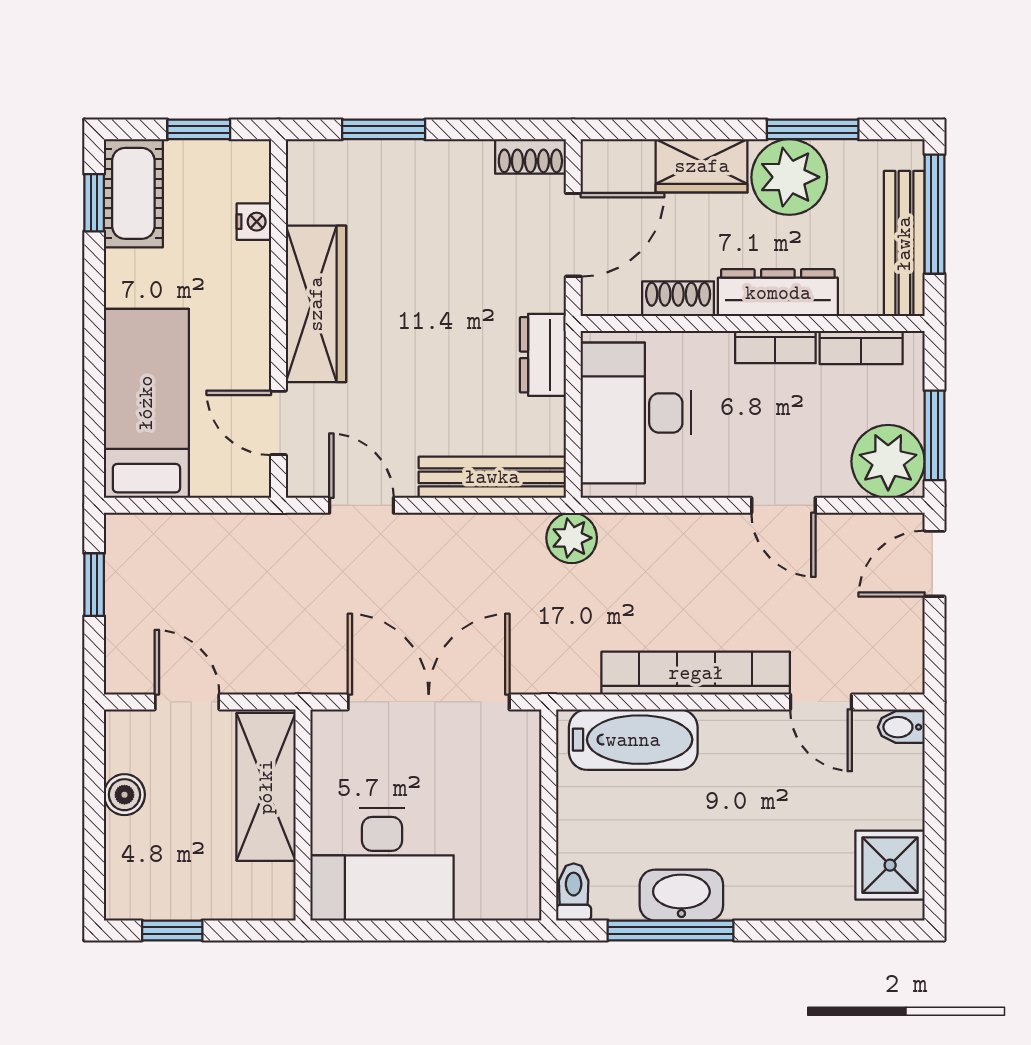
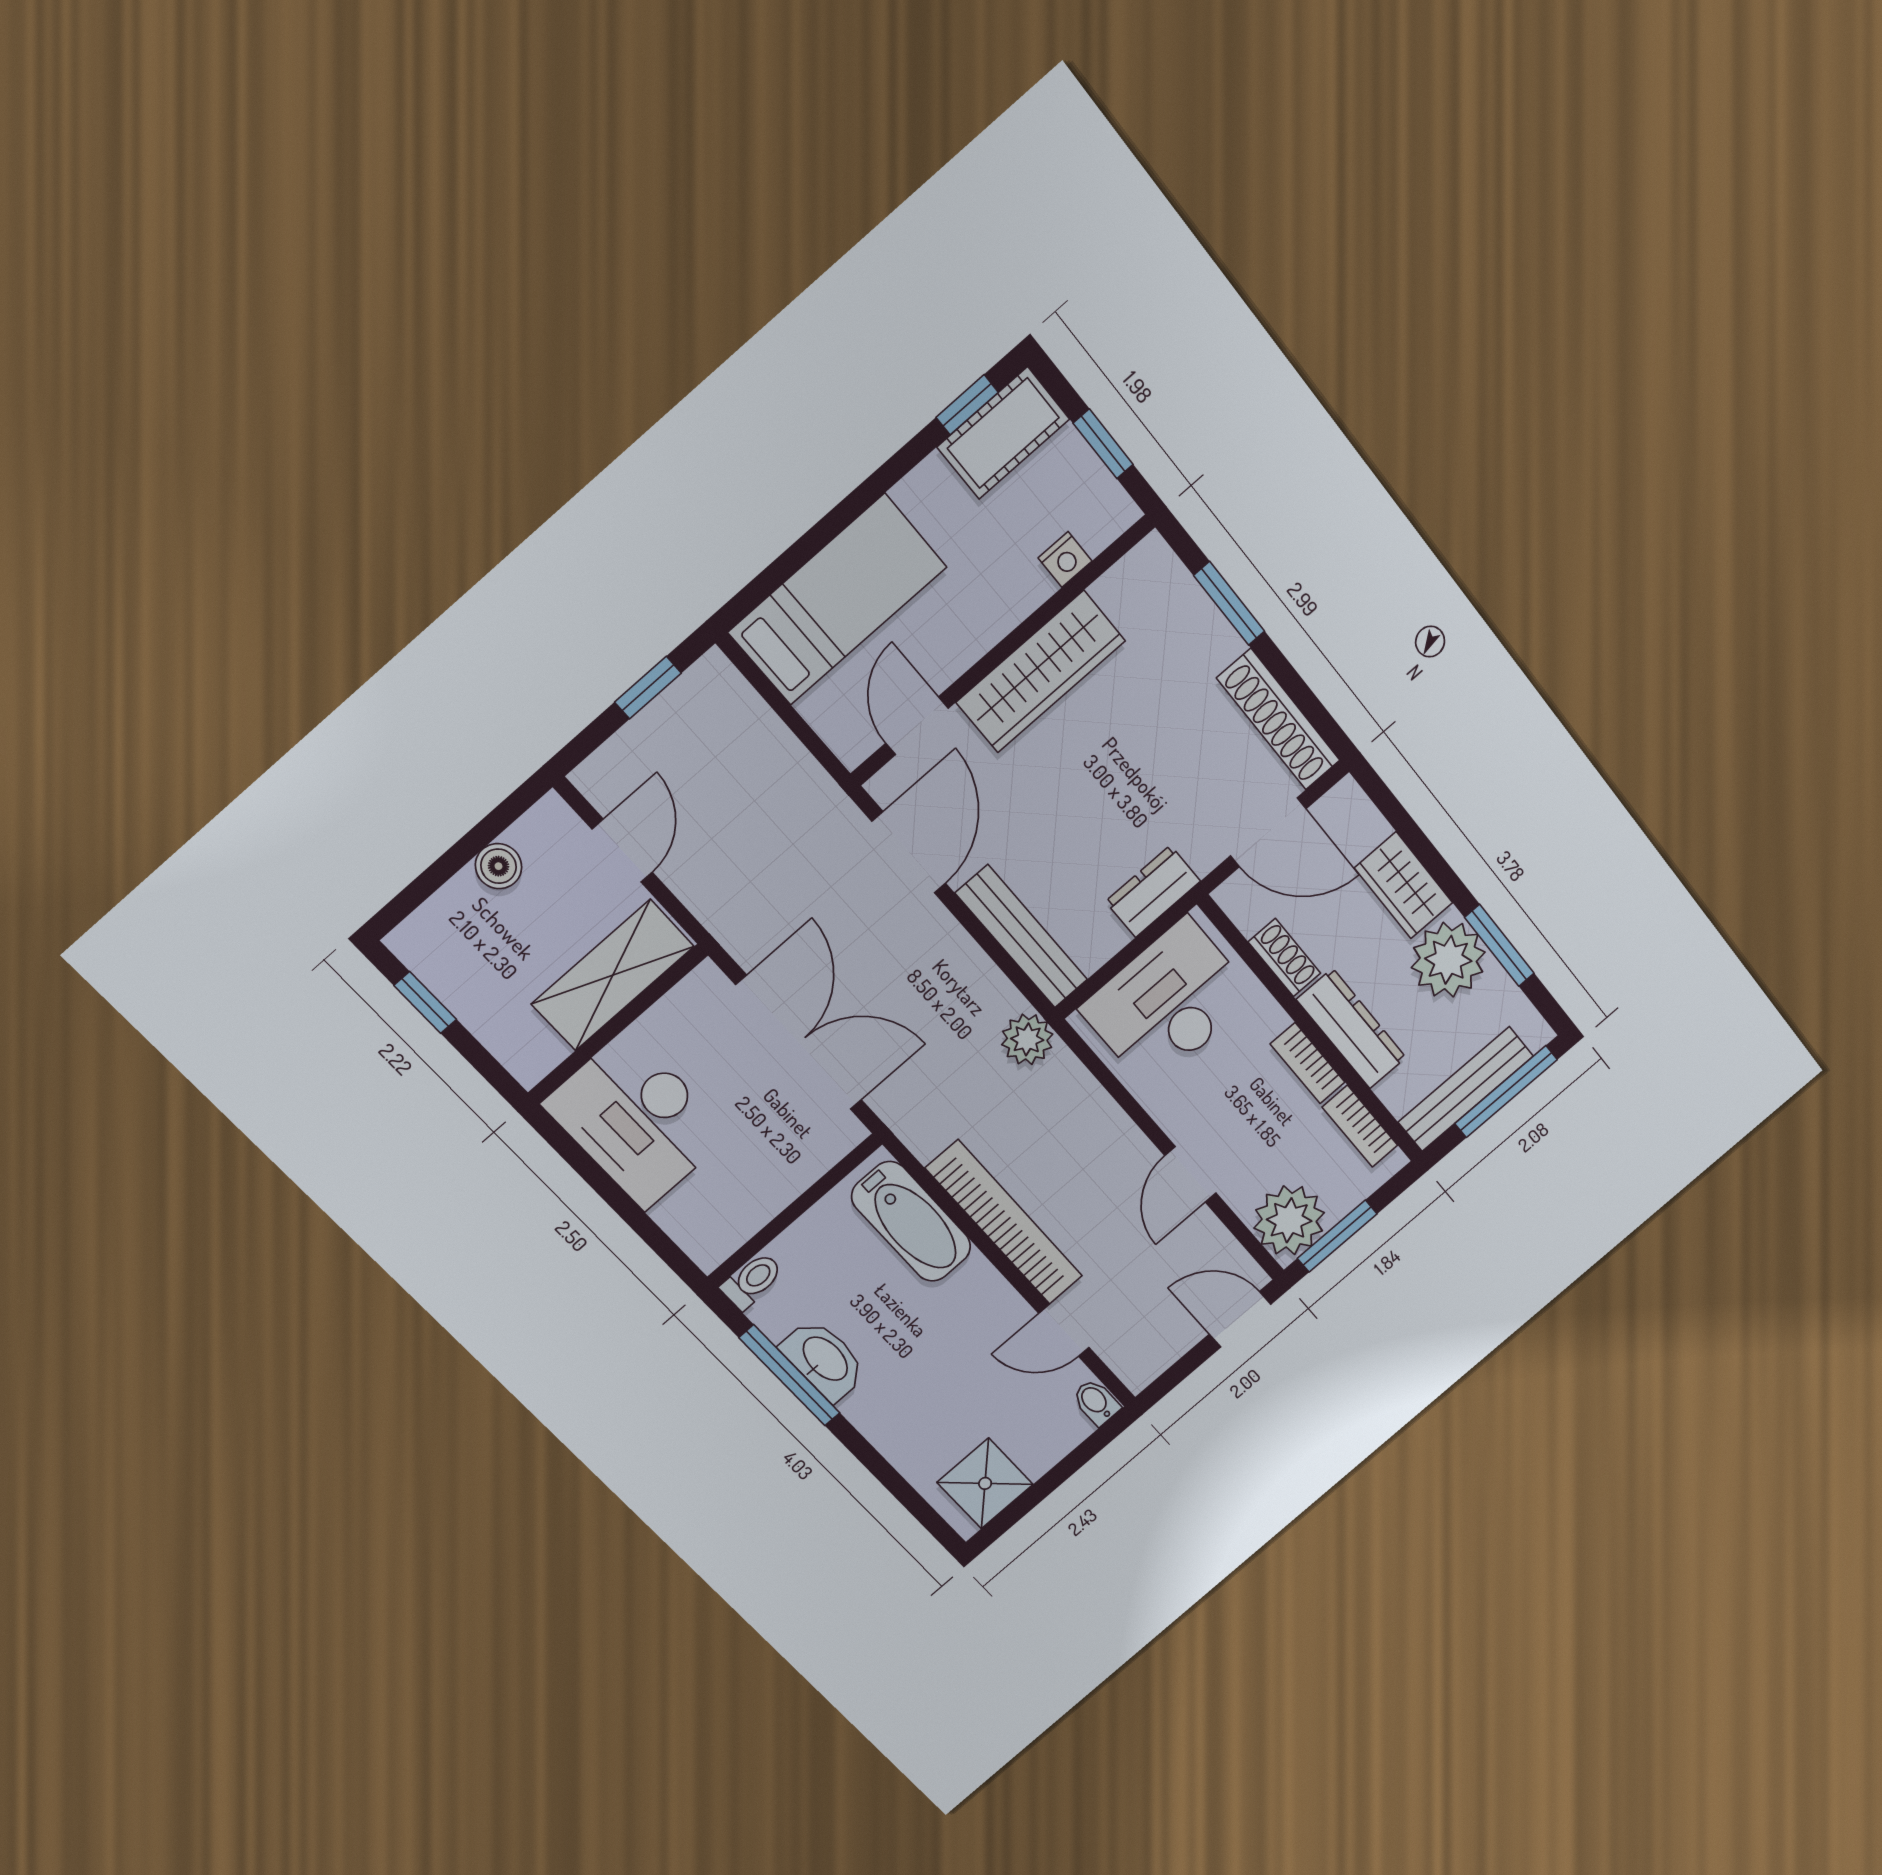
shoe rack: (530, 156) -> (1279, 719), width x1.94, depth x1.24
door: (361, 505) -> (909, 852), width x1.38
door: (821, 702) -> (1064, 1330), hinge flipped

